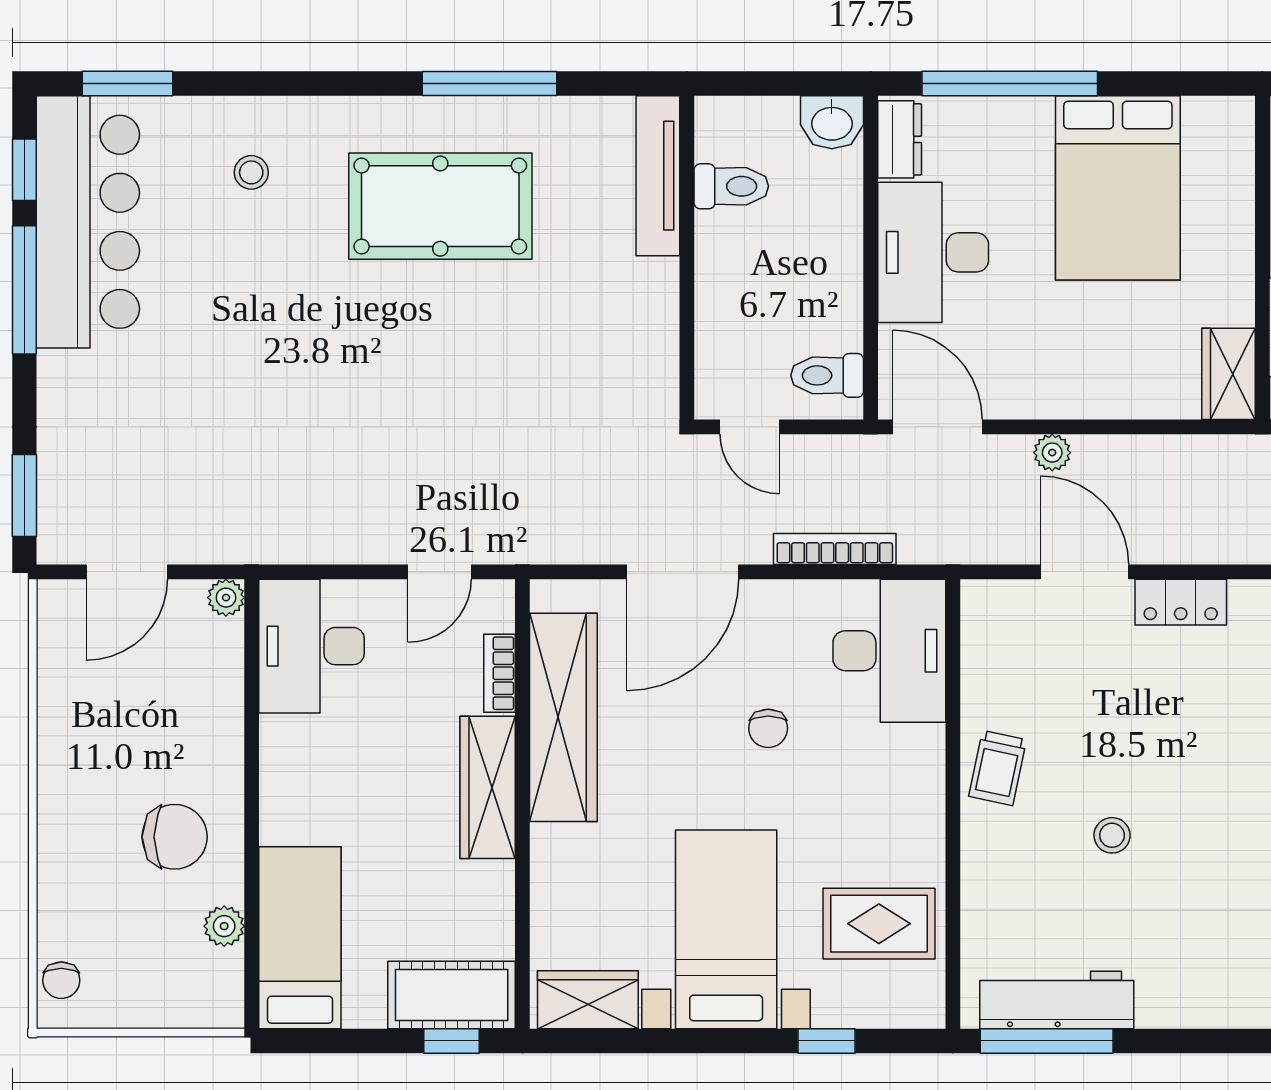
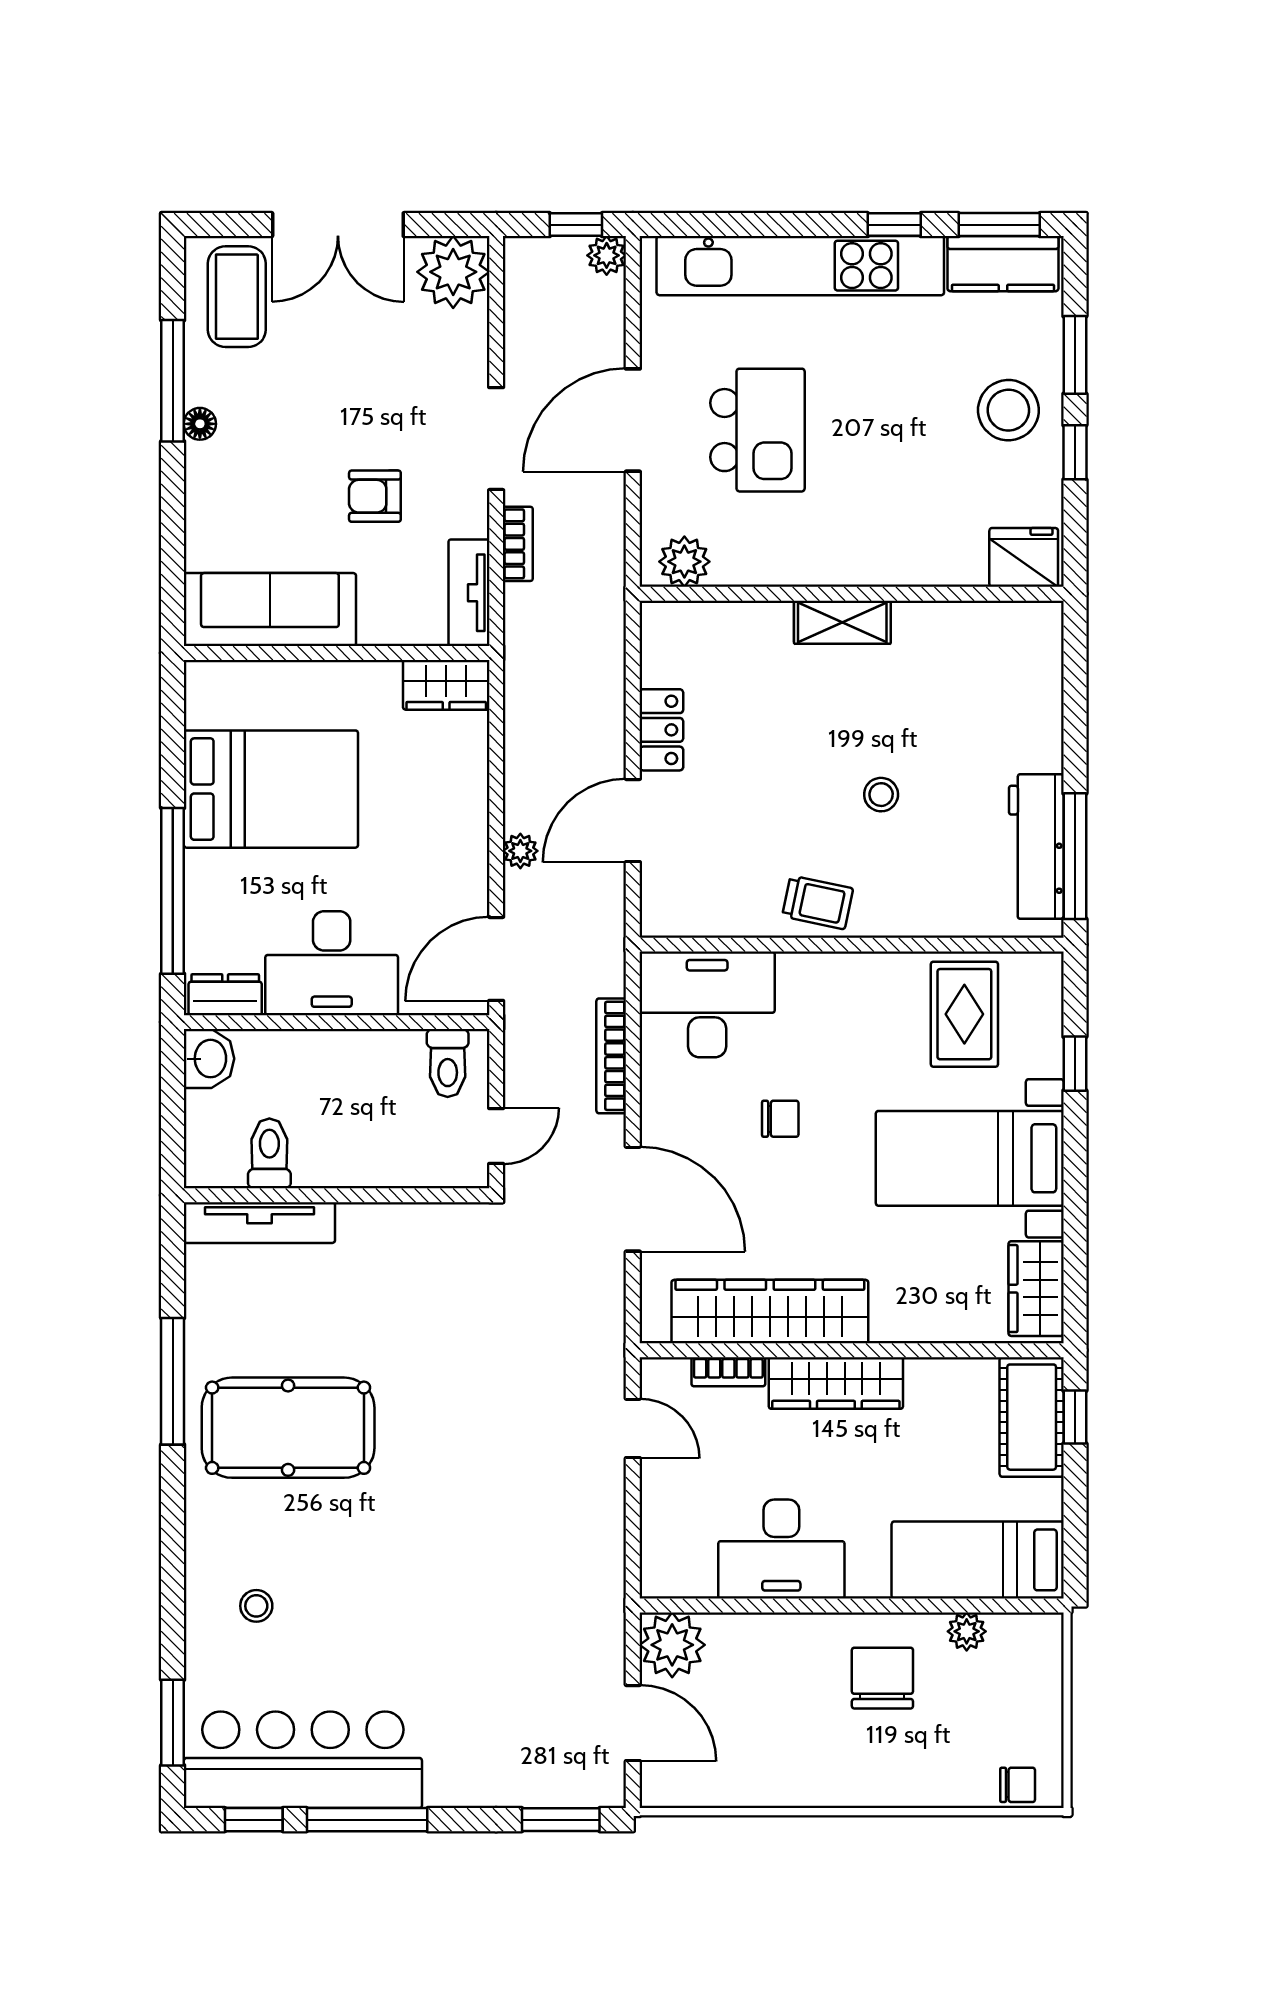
pool table: (440, 206) -> (288, 1428), turned 90
plant: (226, 598) -> (672, 1645), width x1.88, depth x1.88
desk: (312, 646) -> (781, 1549), moved

